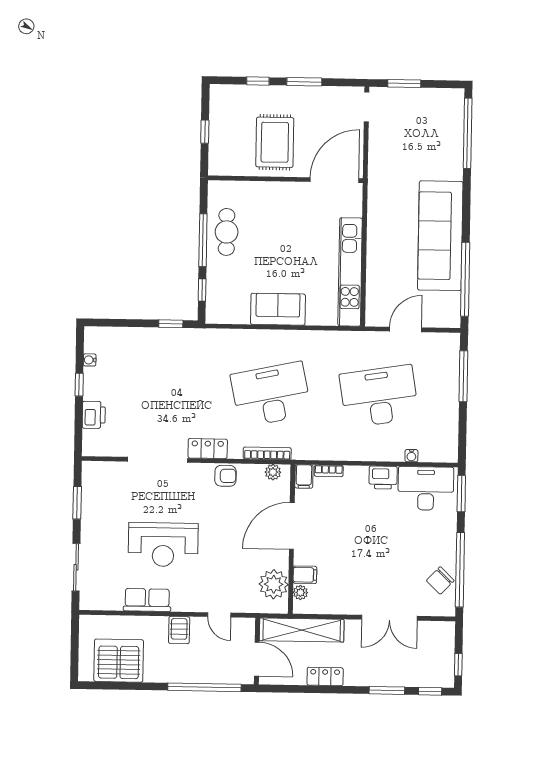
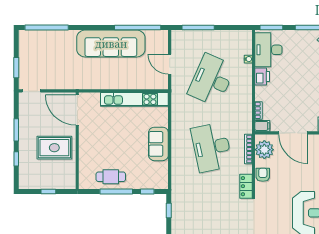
desk: (379, 396) -> (212, 80), turned 33
plant: (273, 472) -> (264, 150), width x1.87, depth x1.87

